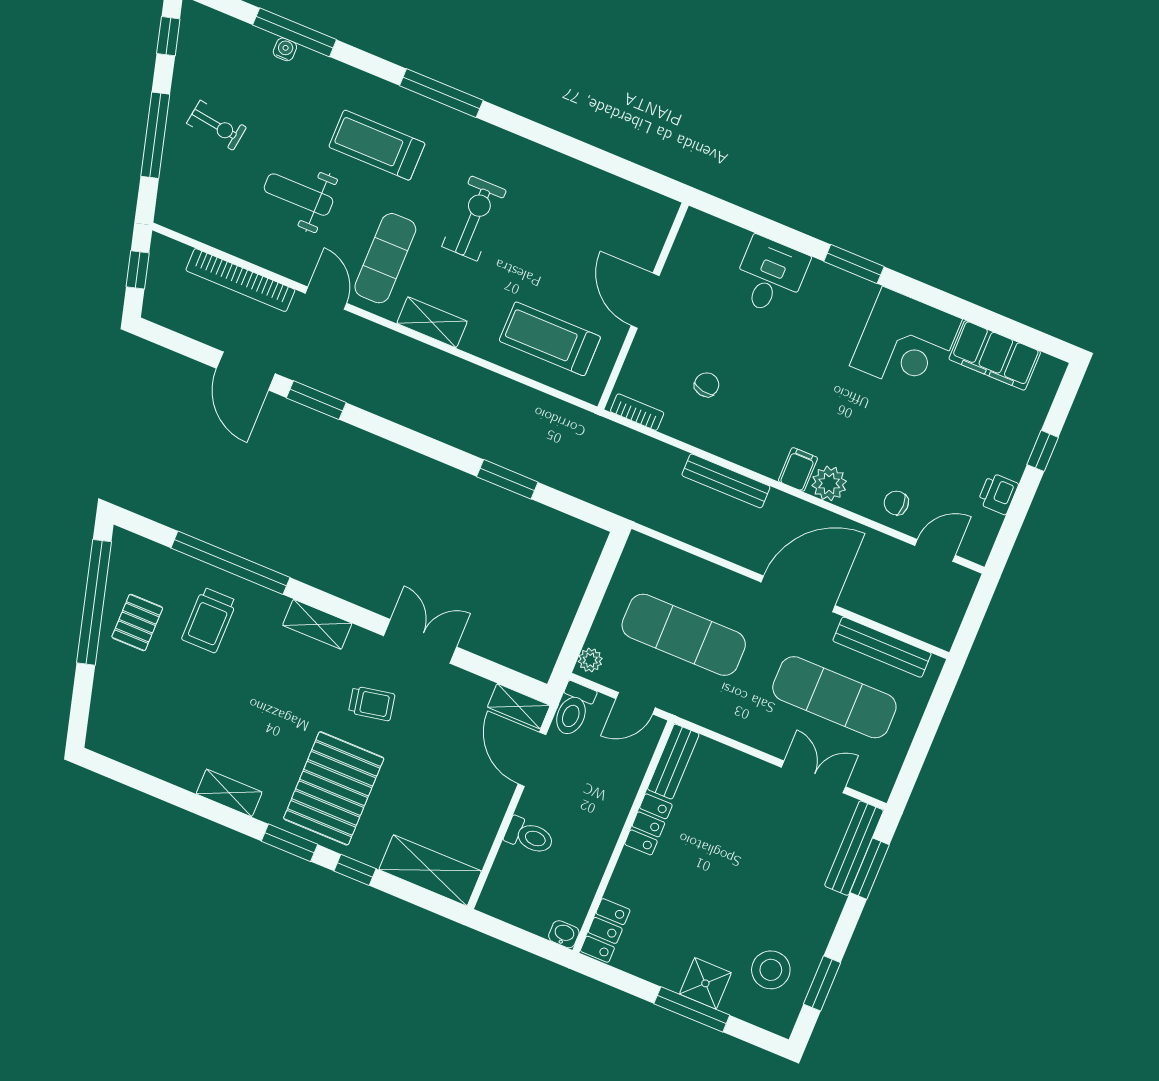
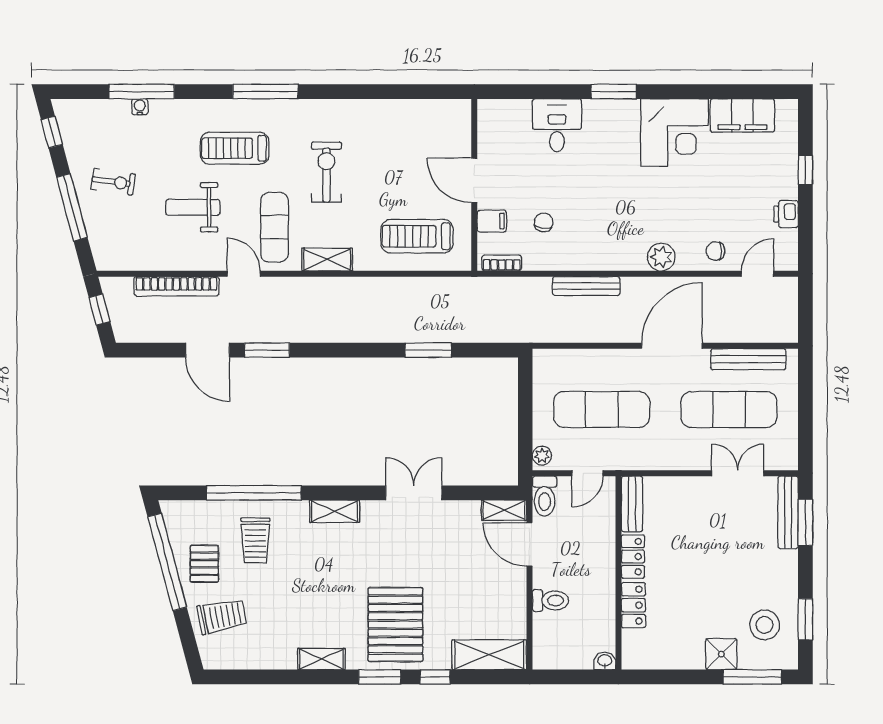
filing cabinet: (798, 469) -> (492, 221), moved, turned 90
trolley: (372, 703) -> (222, 616), moved, width x1.36, depth x1.39
locker: (605, 930) -> (633, 605), moved
window: (692, 1009) -> (752, 677), moved

